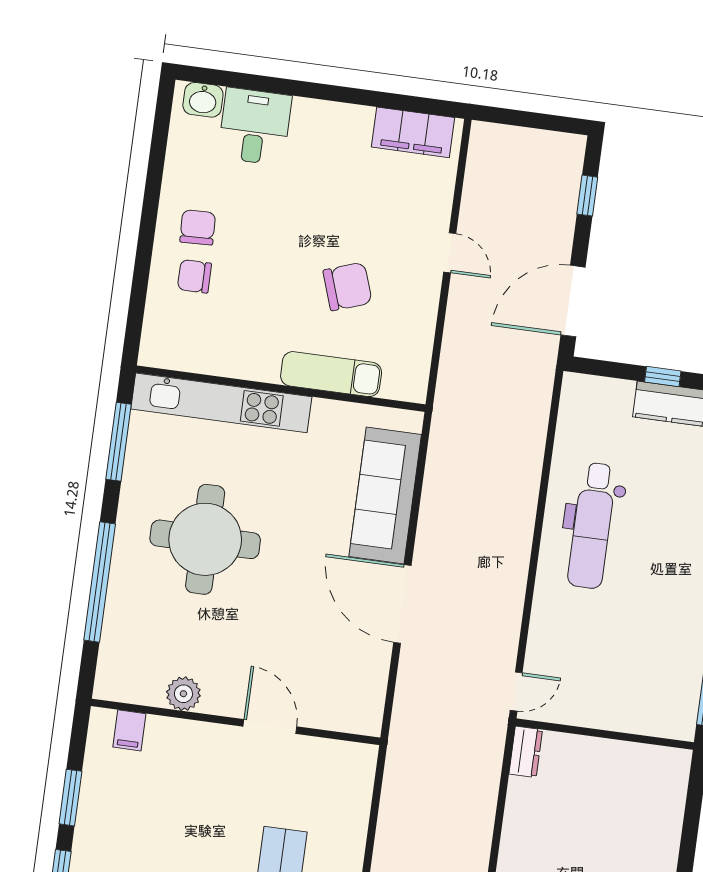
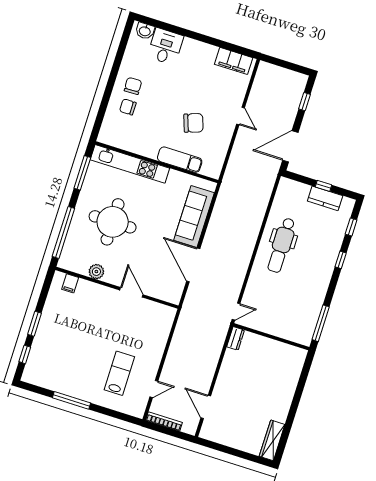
plant: (183, 694) -> (96, 272), moved
wall: (236, 722) -> (117, 288), moved
door: (270, 727) -> (131, 292), moved
filing cabinet: (129, 730) -> (70, 283), moved

